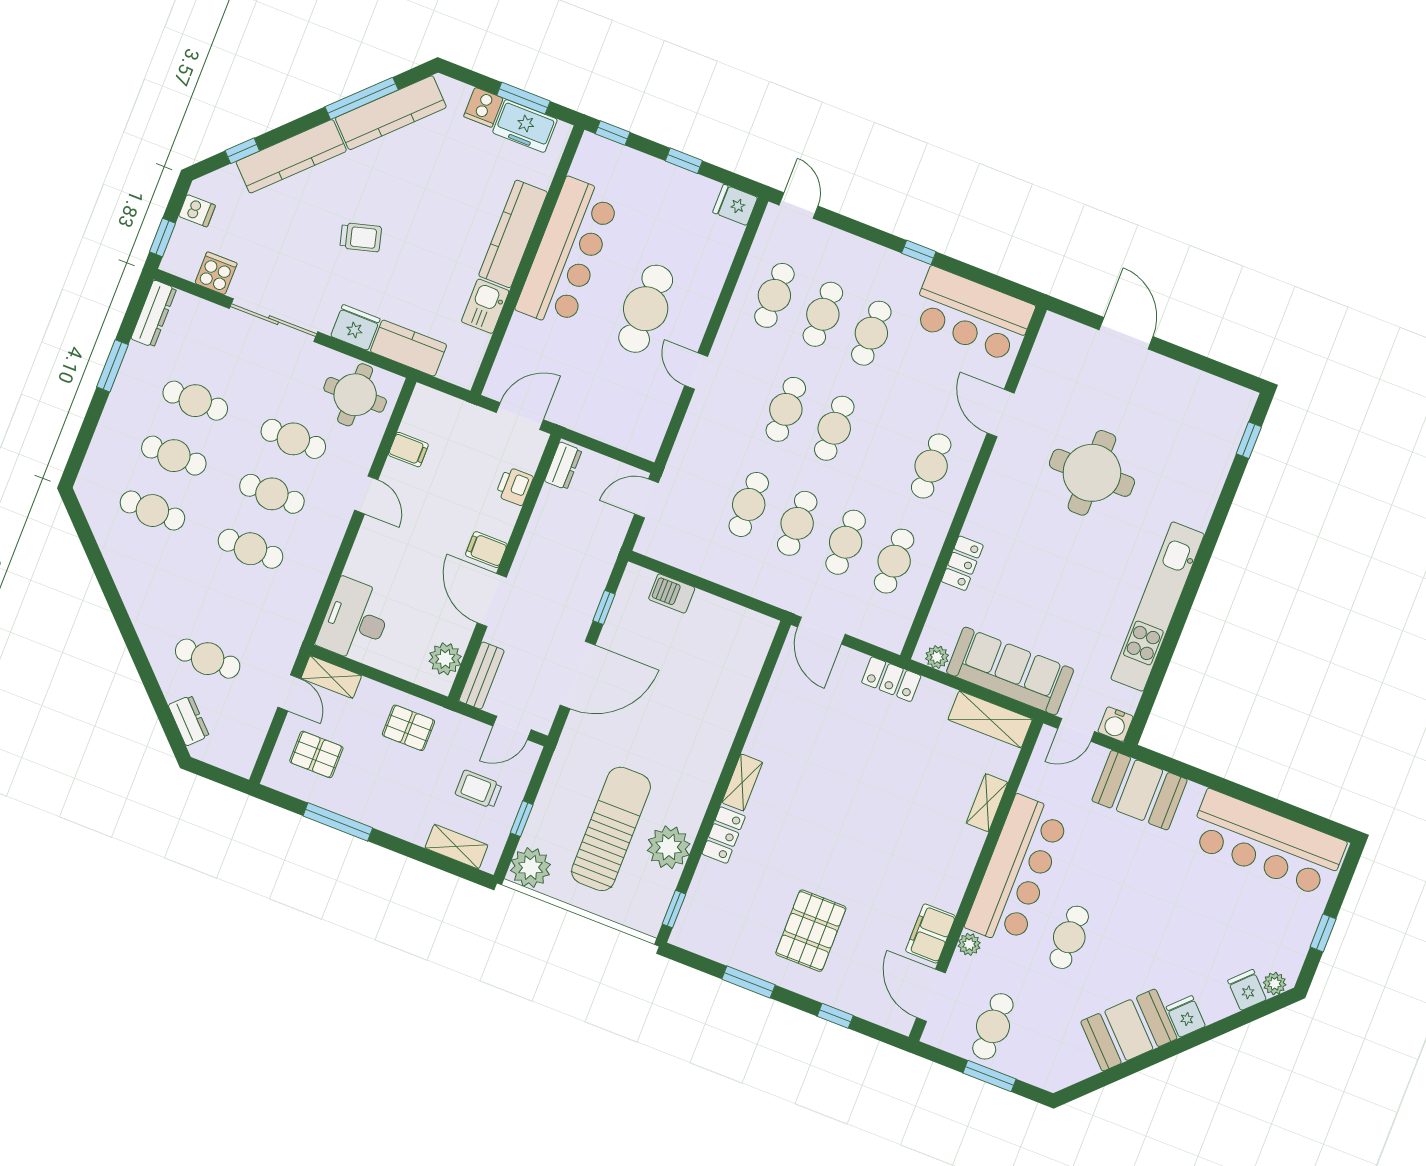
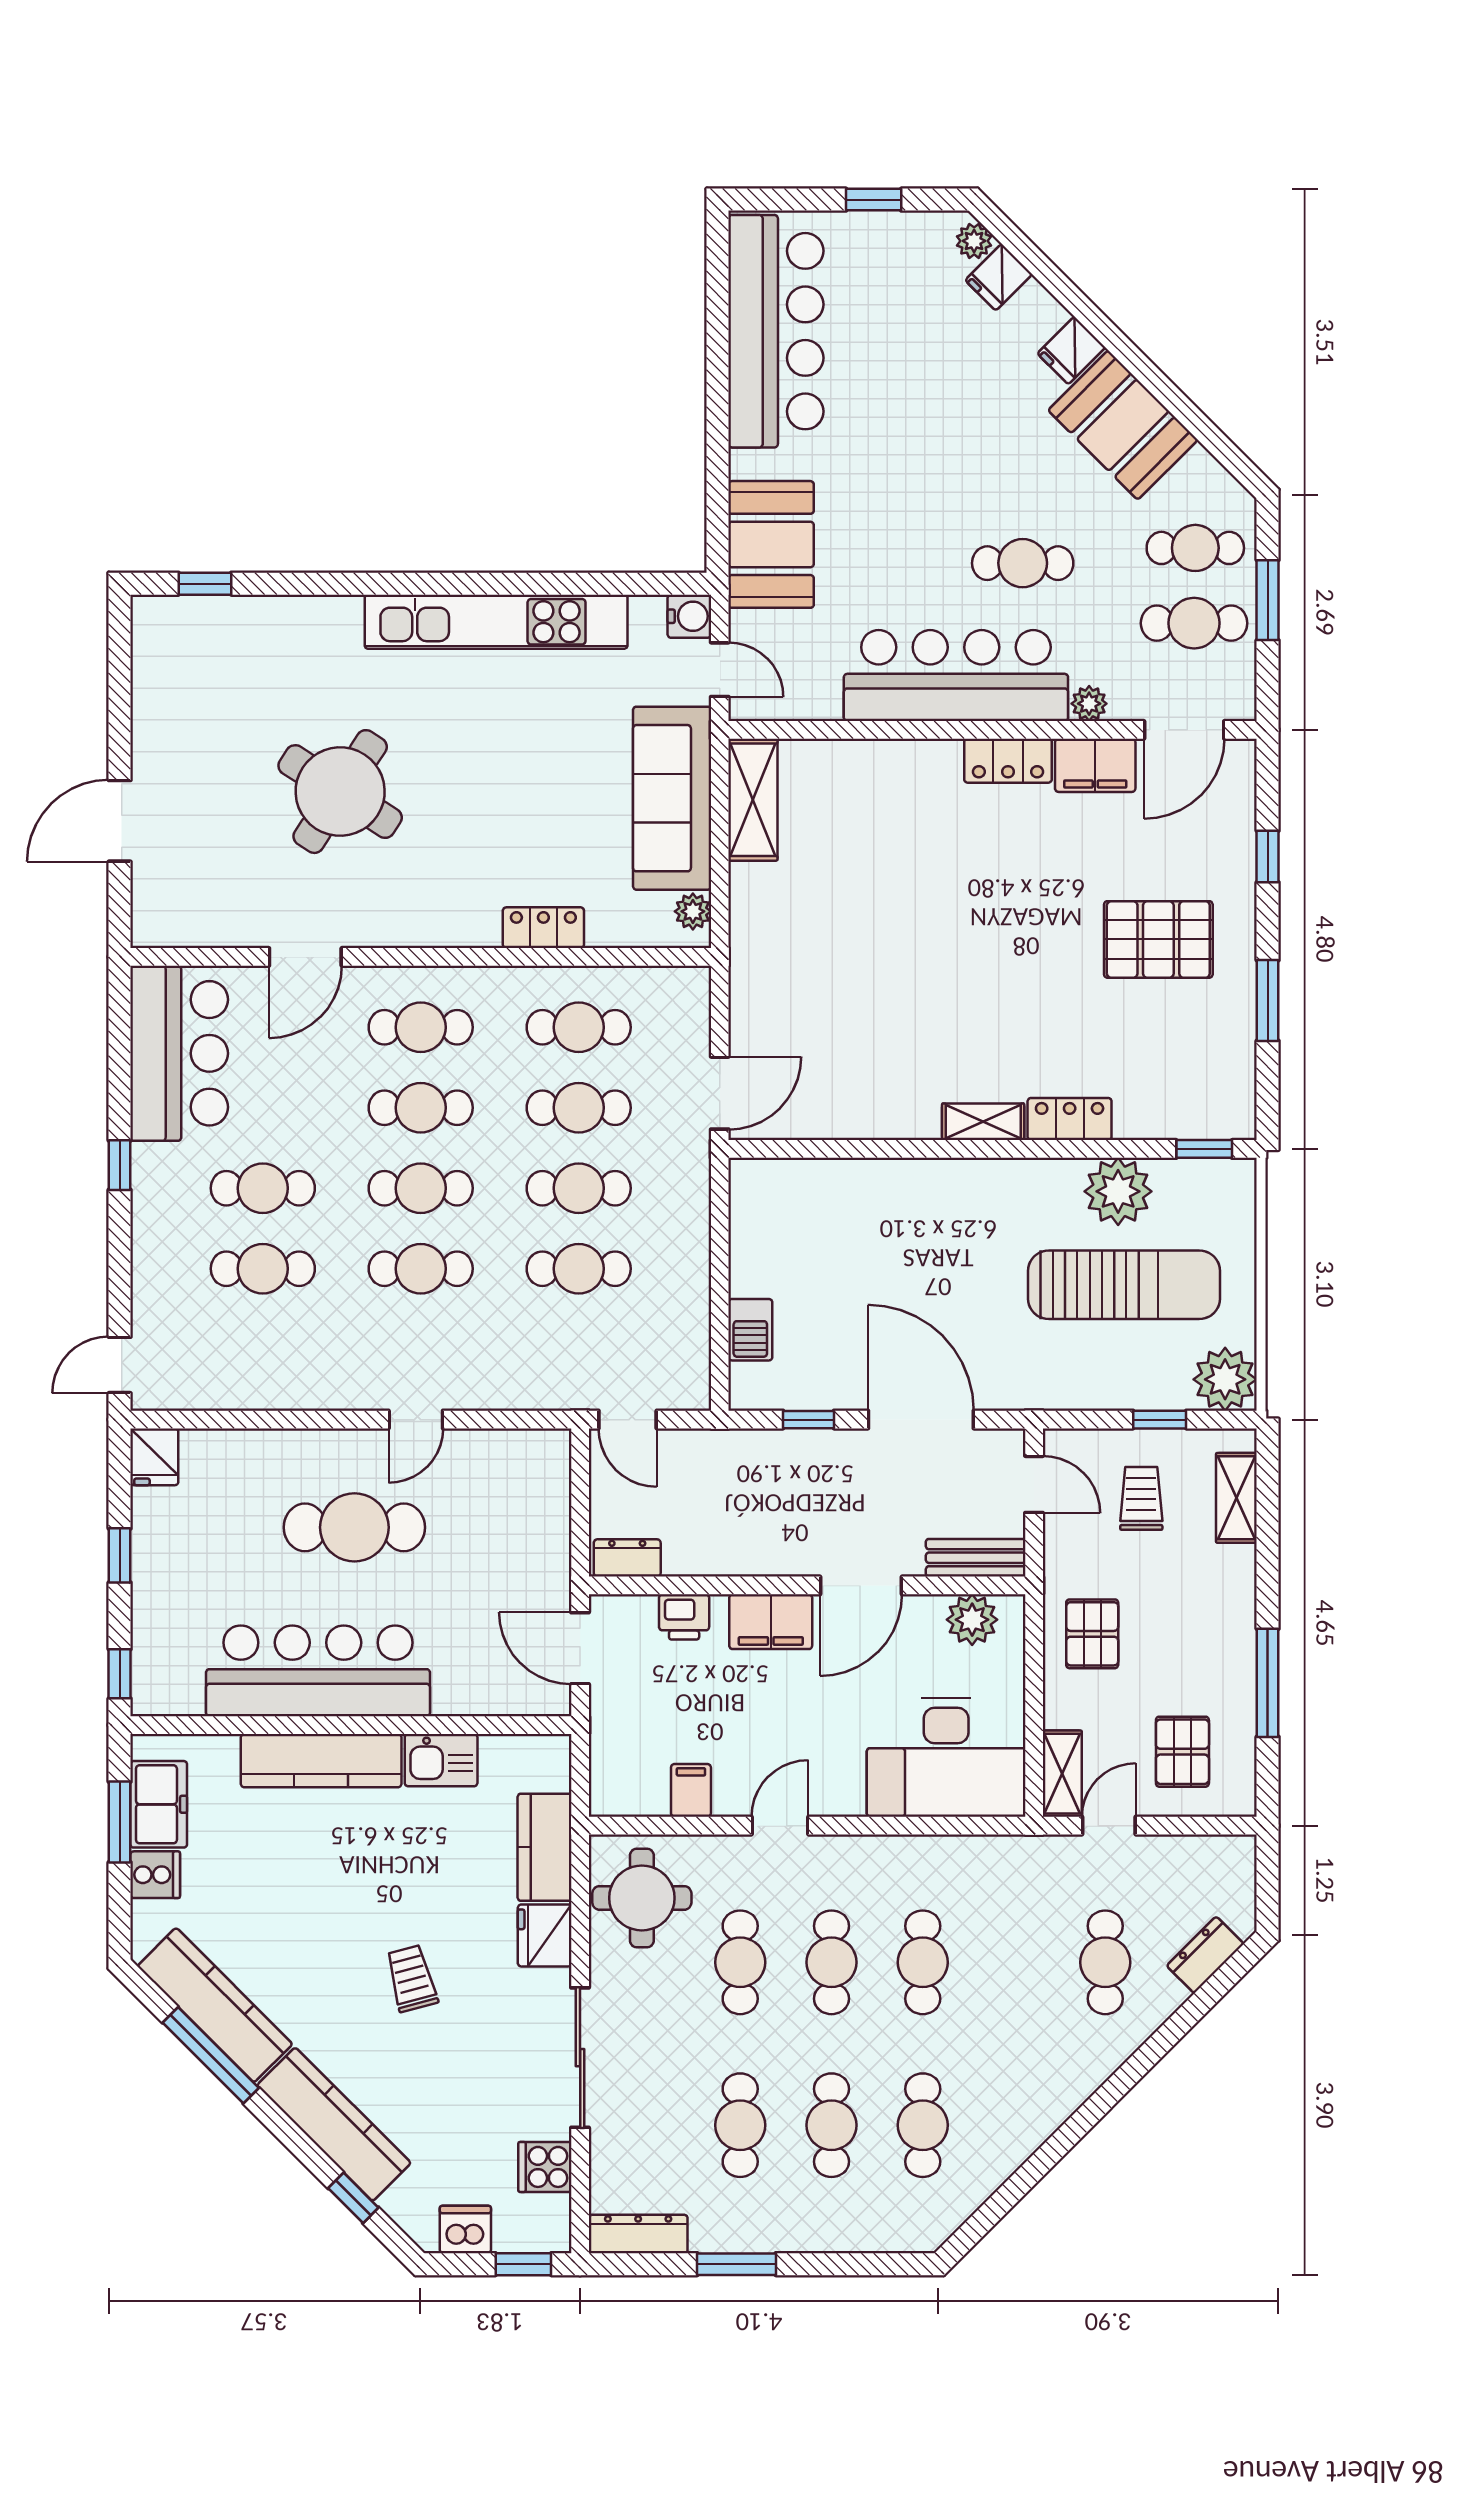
dishwasher: (197, 211) -> (465, 2229), width x1.38
cafe table: (774, 295) -> (421, 1108), moved
round table: (1092, 473) -> (340, 792), turned 33
filing cabinet: (486, 550) -> (771, 1622), width x2.00
desk: (355, 620) -> (946, 1758), width x1.36, depth x1.30
locker: (891, 679) -> (1008, 761), moved, turned 90
trolley: (478, 789) -> (1141, 1498), turned 180
shelving: (987, 803) -> (875, 757), removed
sun lounger: (611, 829) -> (1124, 1285), turned 180
cafe table: (1038, 1045) -> (1195, 548), added

